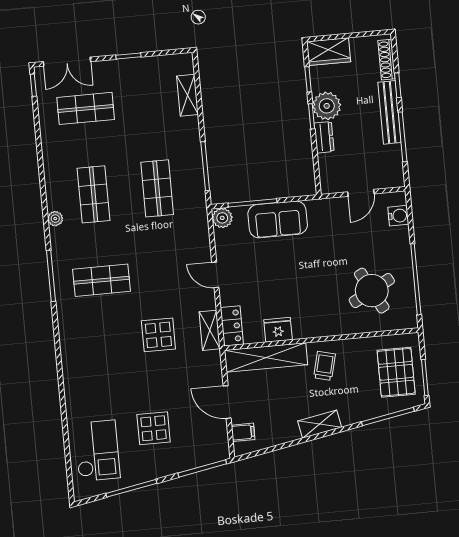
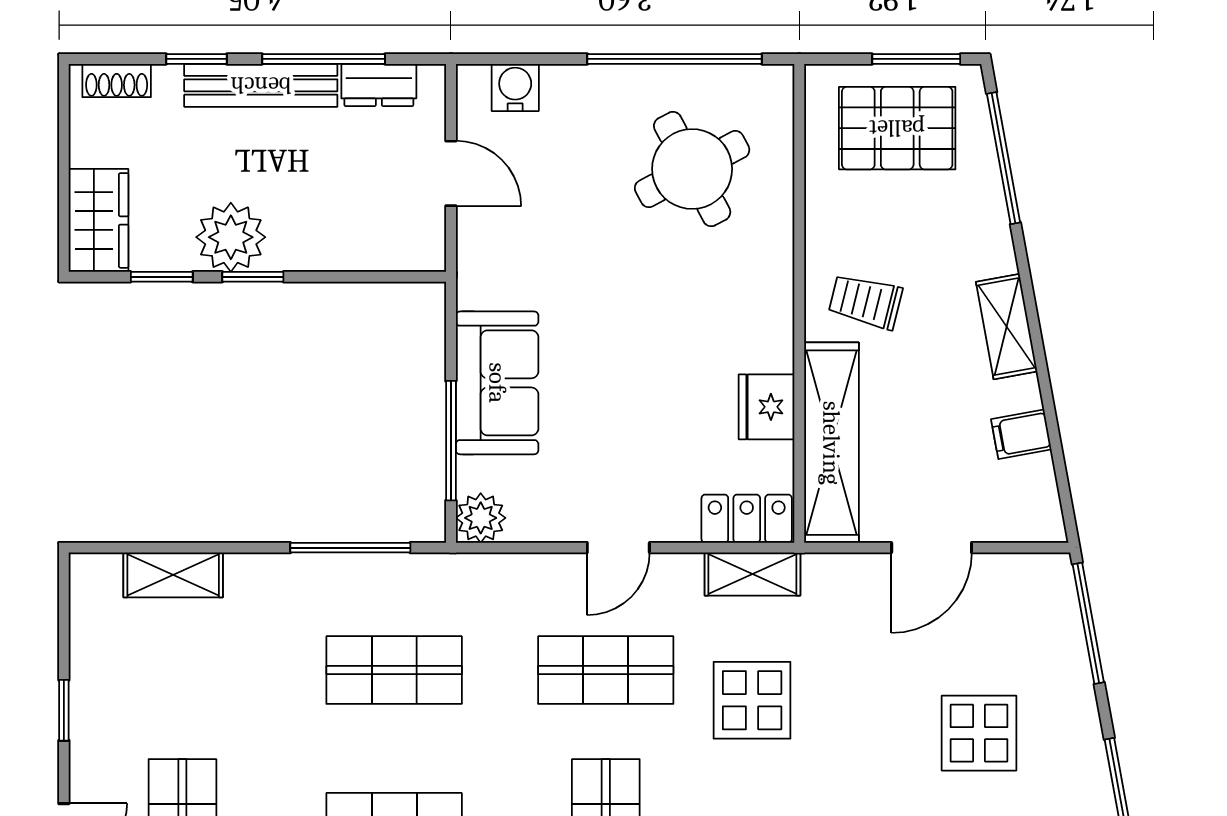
shoe rack: (387, 60) -> (117, 80), width x0.70
dresser: (324, 137) -> (379, 85), moved, turned 180
shop shelf: (165, 274) -> (606, 670), added
filing cabinet: (243, 432) -> (1021, 434), moved, turned -100

